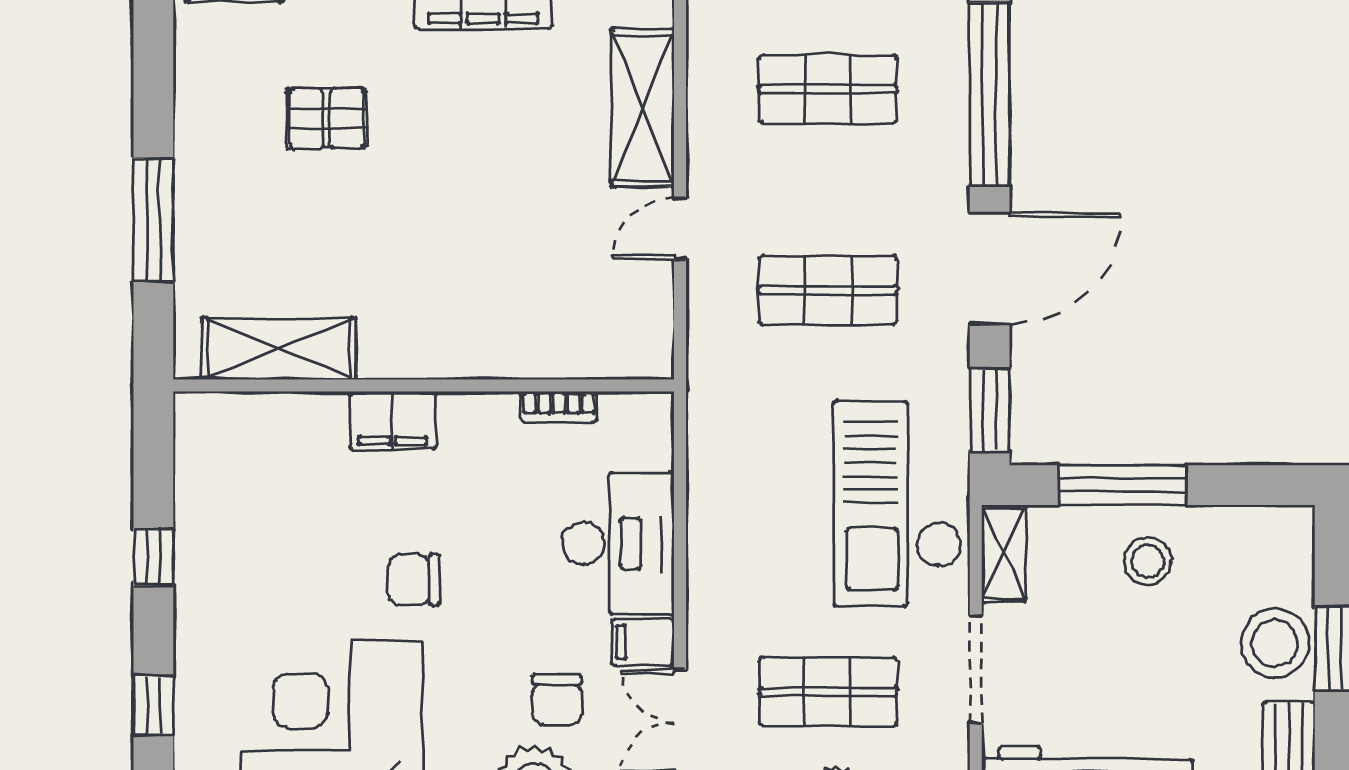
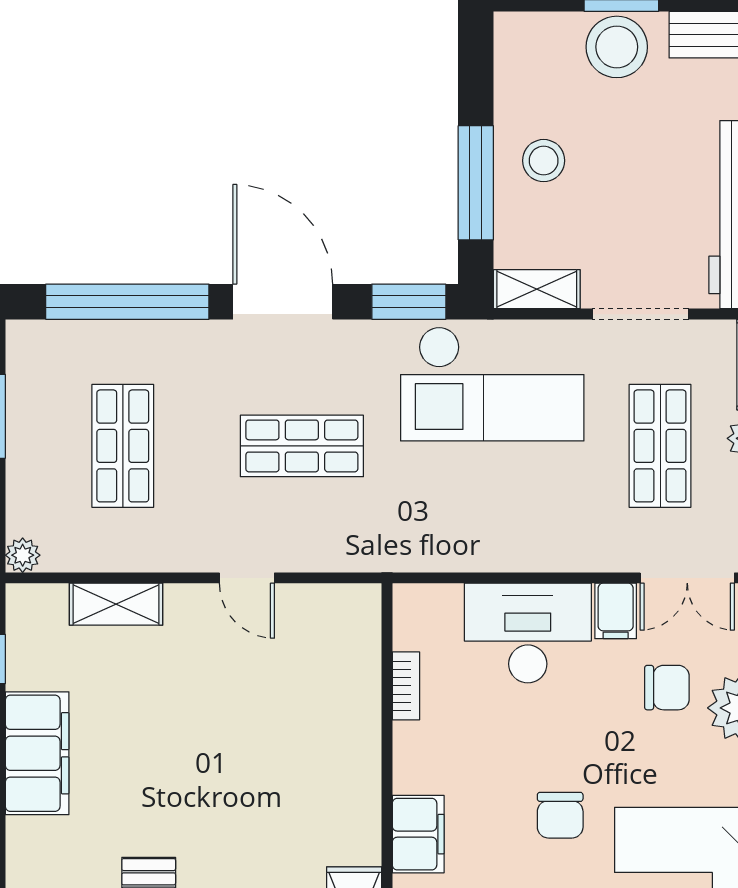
shelving: (643, 108) -> (116, 604), width x0.67, depth x0.75
shop shelf: (828, 290) -> (302, 446), turned 90

